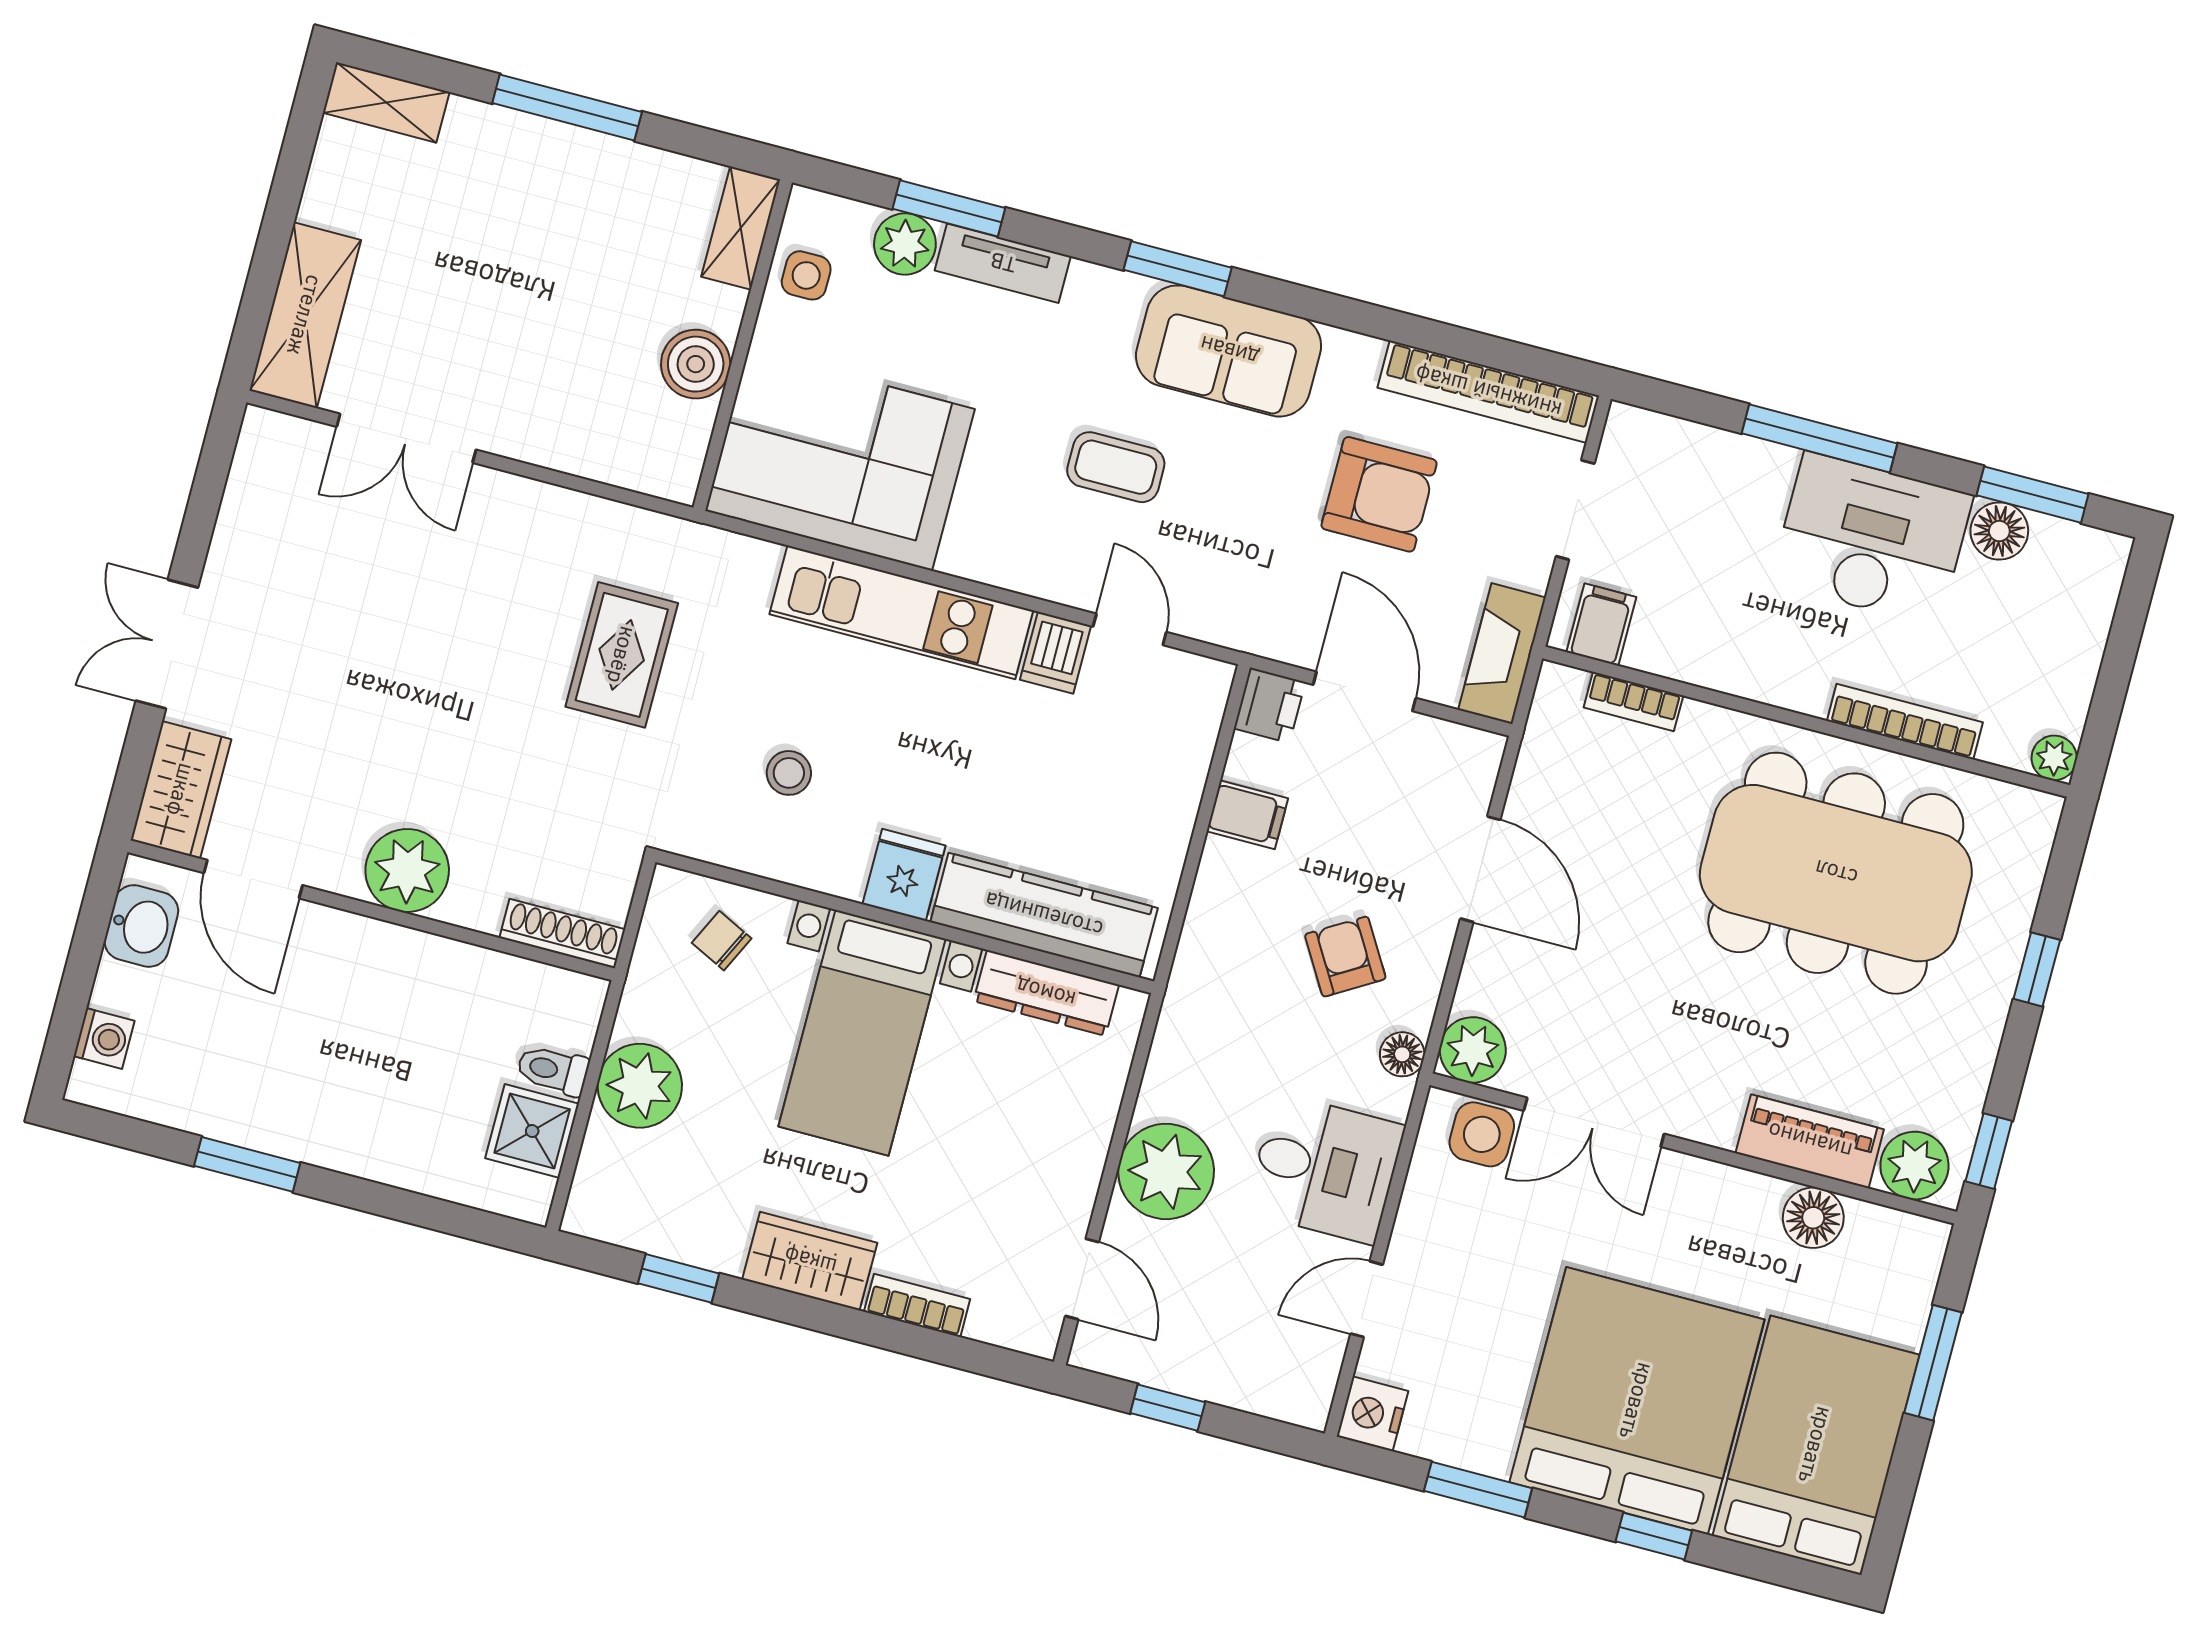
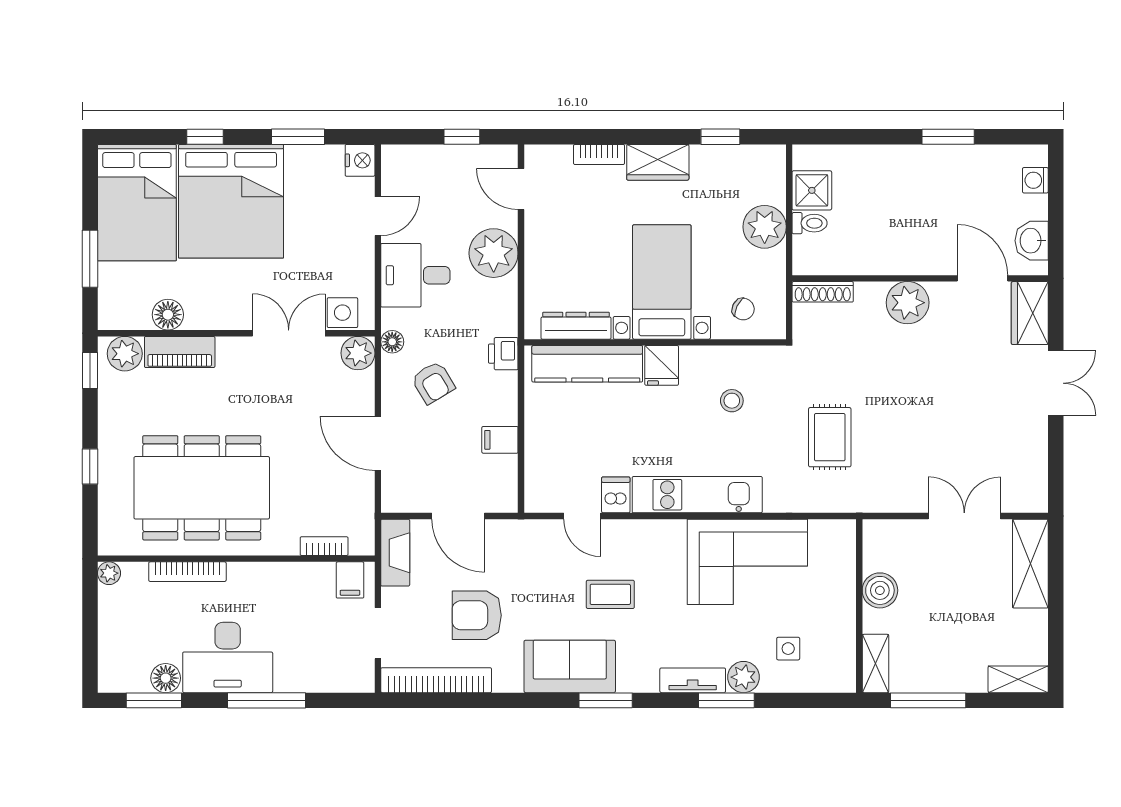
shelving: (741, 228) -> (875, 663), moved
wall: (743, 345) -> (859, 606), moved
boiler: (696, 364) -> (880, 590), moved
printer: (1270, 705) -> (503, 354), moved

